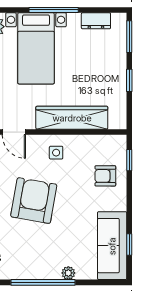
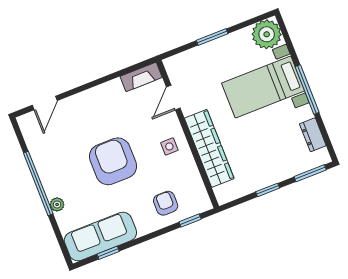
armchair: (34, 201) -> (113, 161), moved, turned -100

